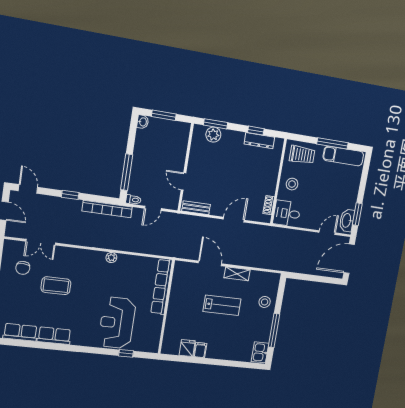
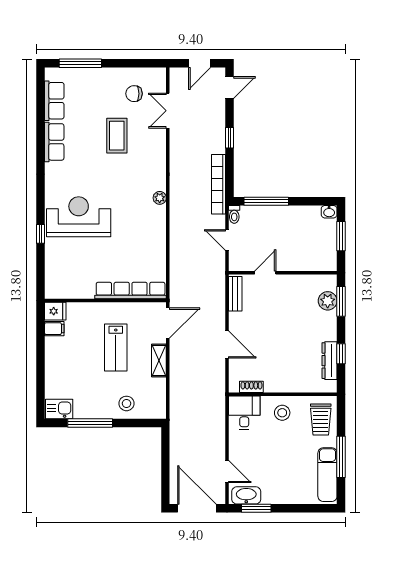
row of seats: (162, 287) -> (131, 291), moved
wall: (166, 307) -> (105, 301), moved

